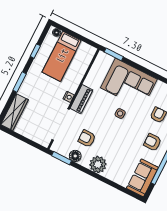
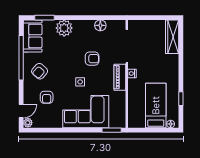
window: (20, 82) -> (181, 65), removed
armchair: (87, 138) -> (92, 59), moved
armchair: (153, 142) -> (40, 71), turned 132
window: (62, 158) -> (44, 18), moved
plant: (98, 164) -> (64, 28), moved

